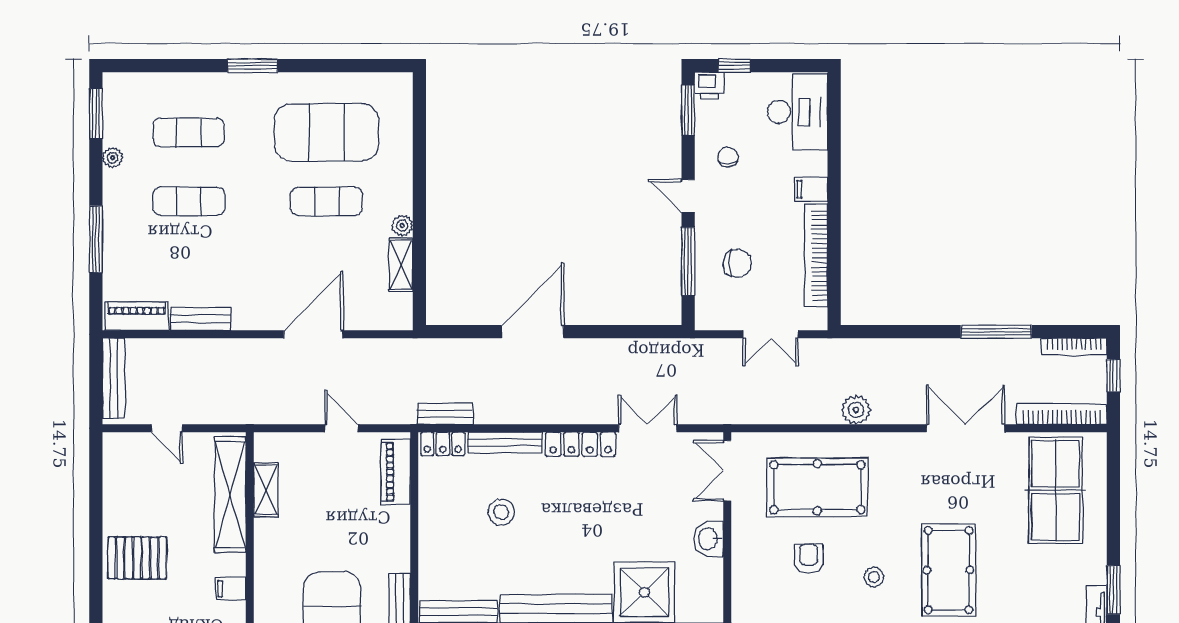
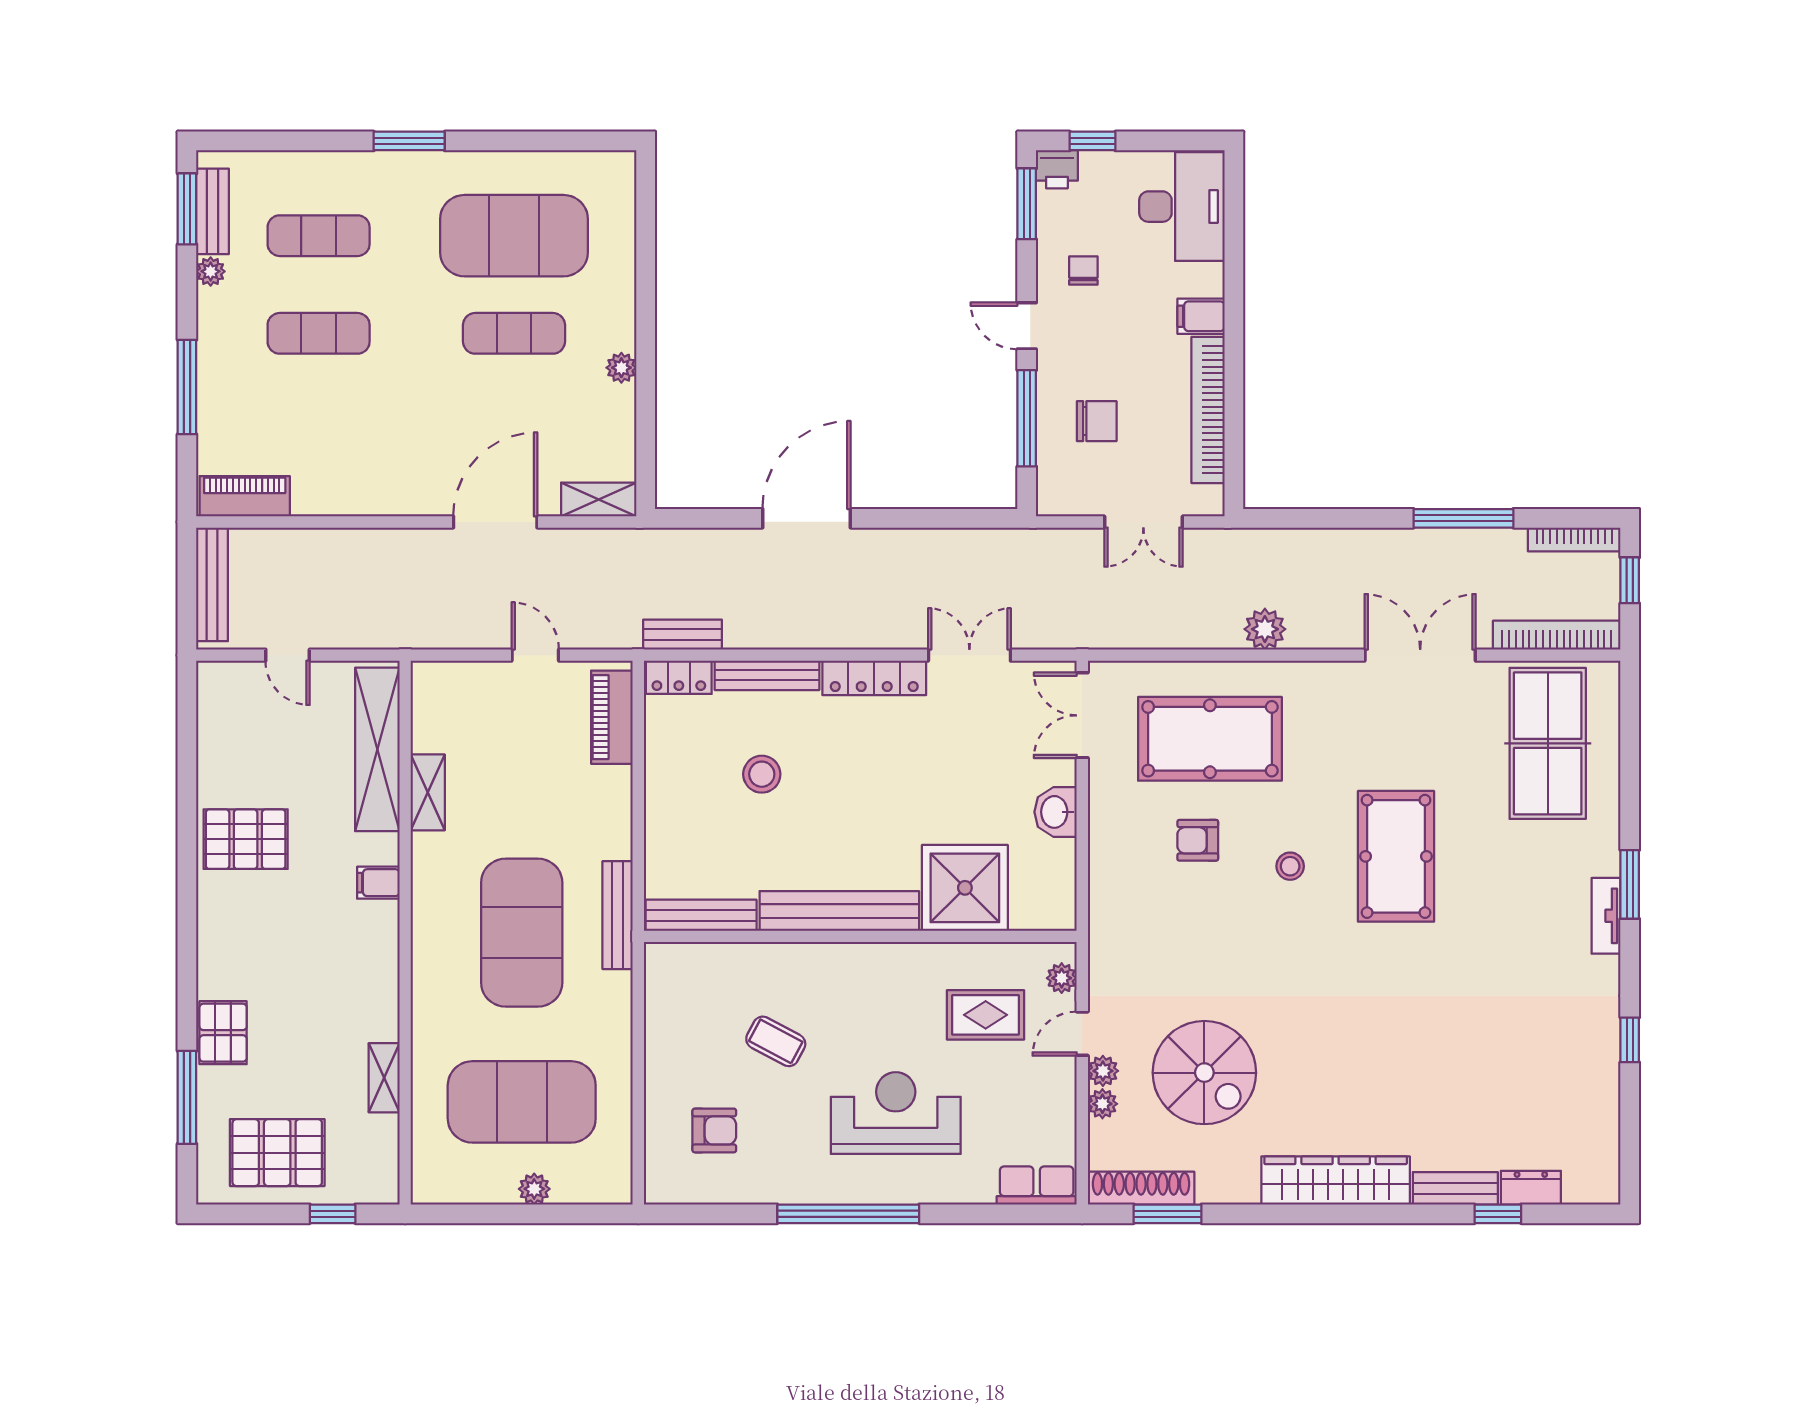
shelving: (401, 265) -> (599, 499), moved, turned 90
bench: (201, 319) -> (213, 211), moved, turned 90
shelving: (266, 490) -> (428, 792), moved
armchair: (809, 559) -> (1198, 840), turned -90

